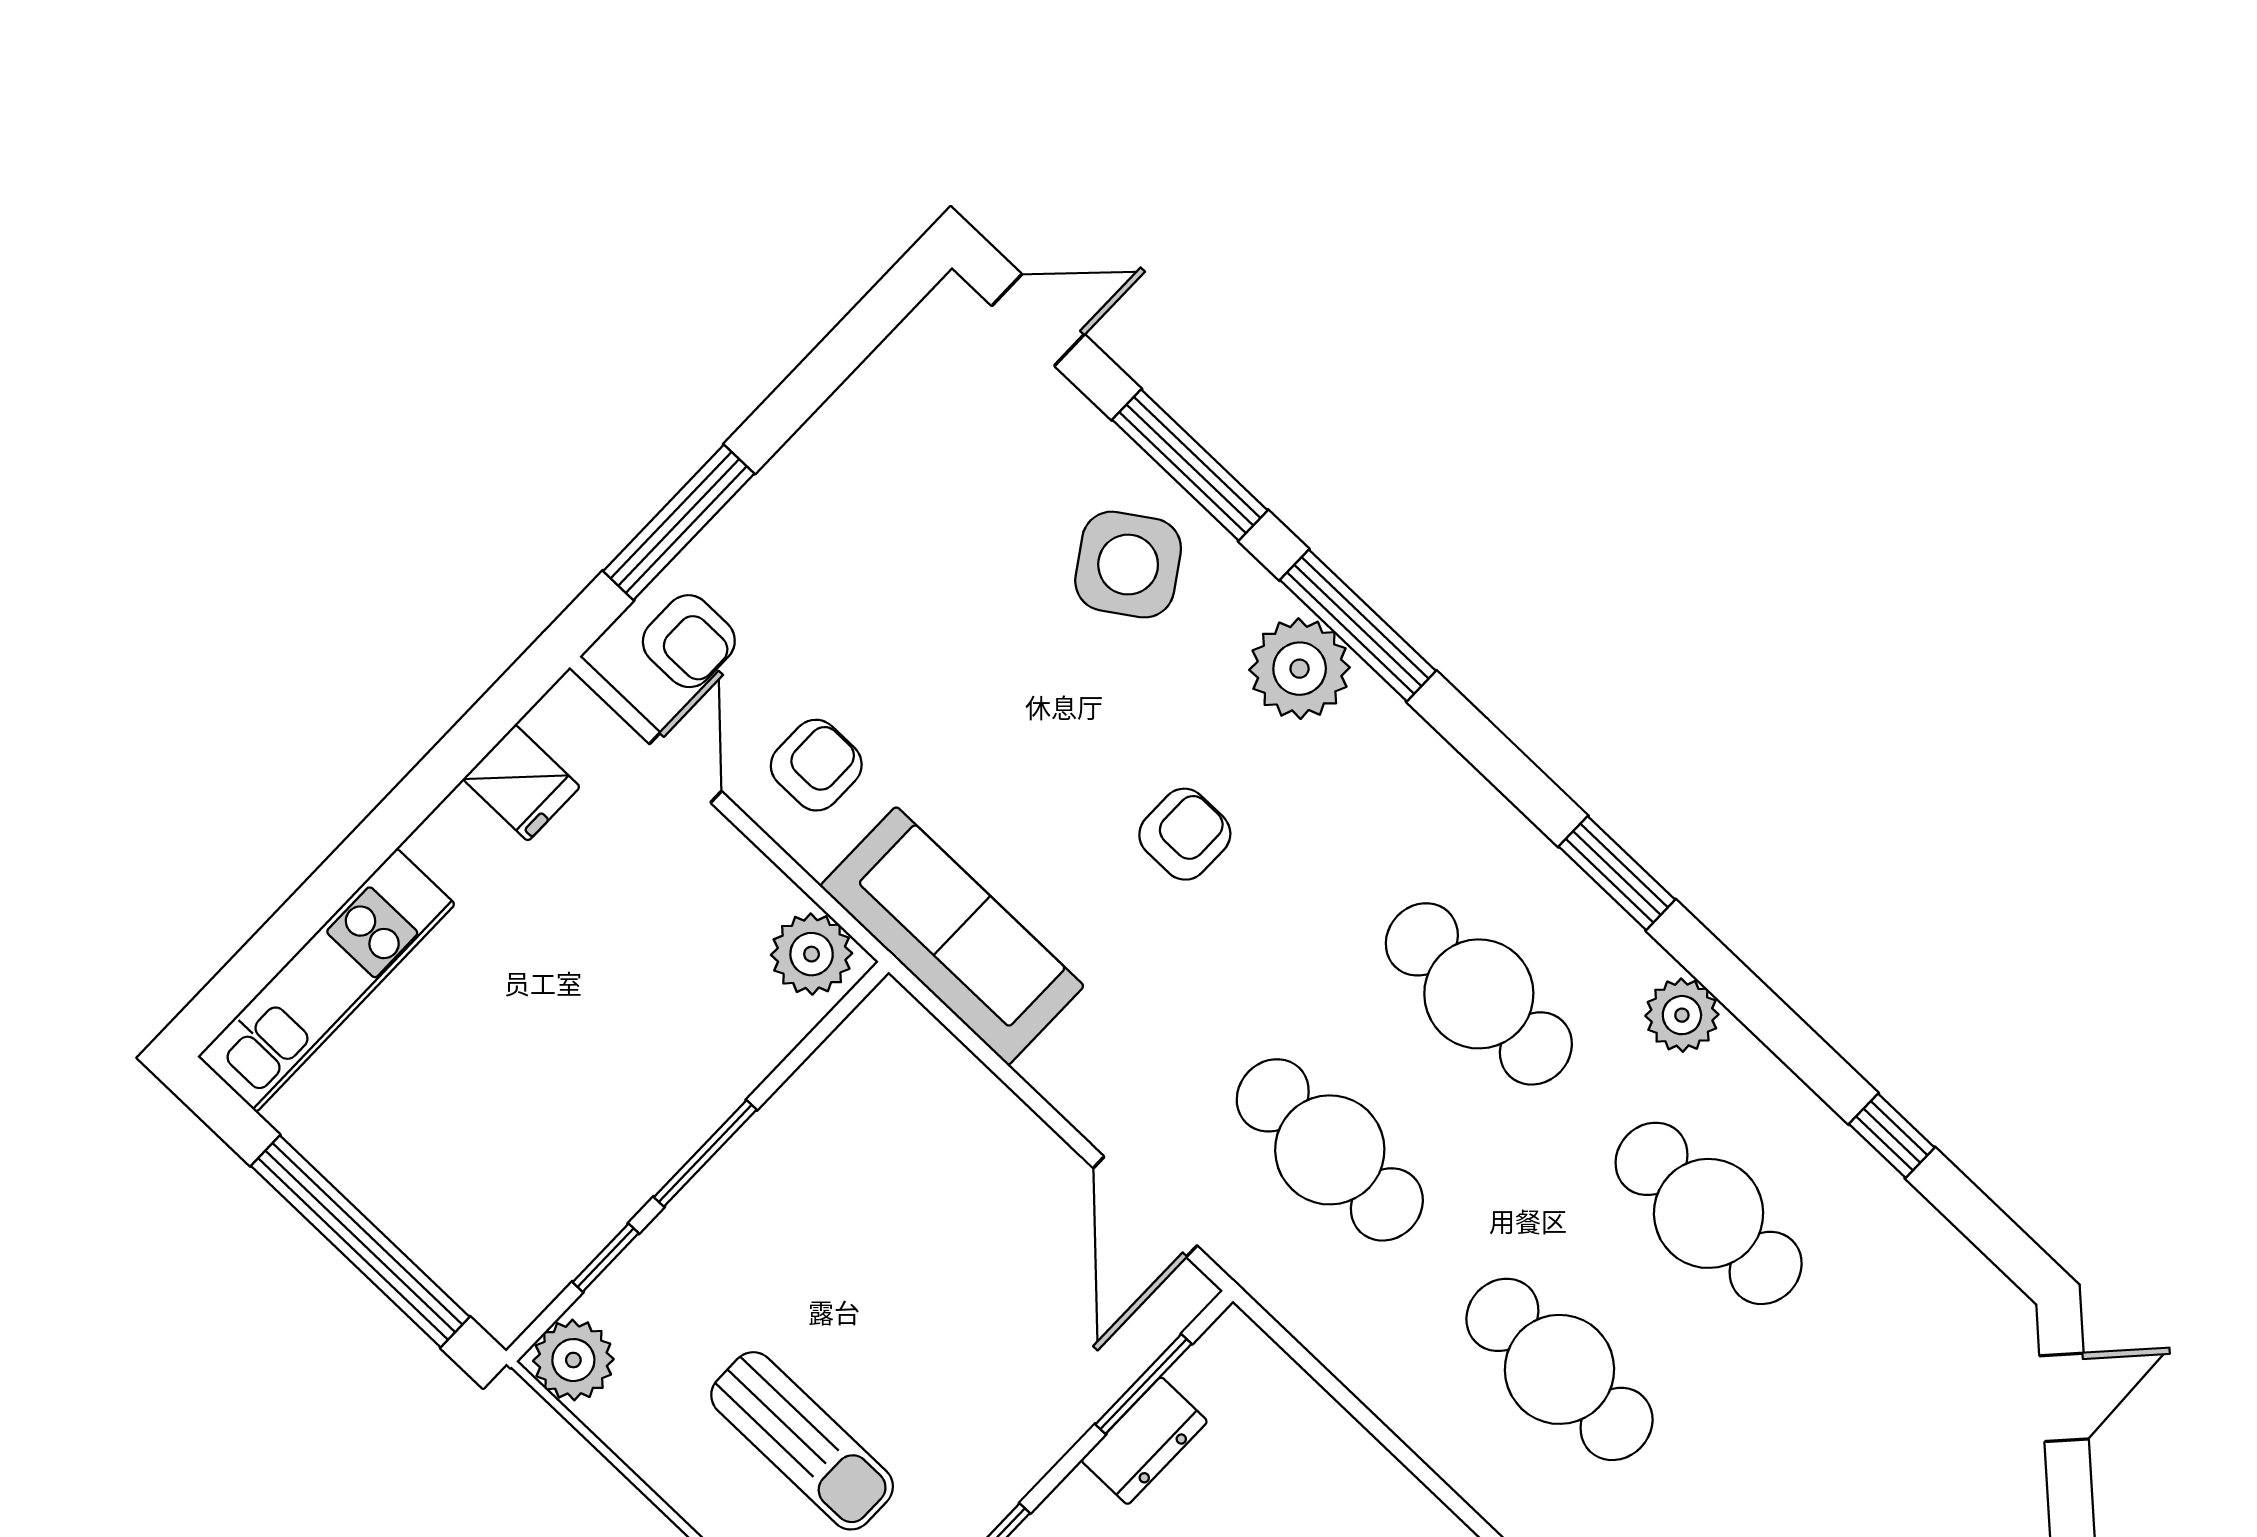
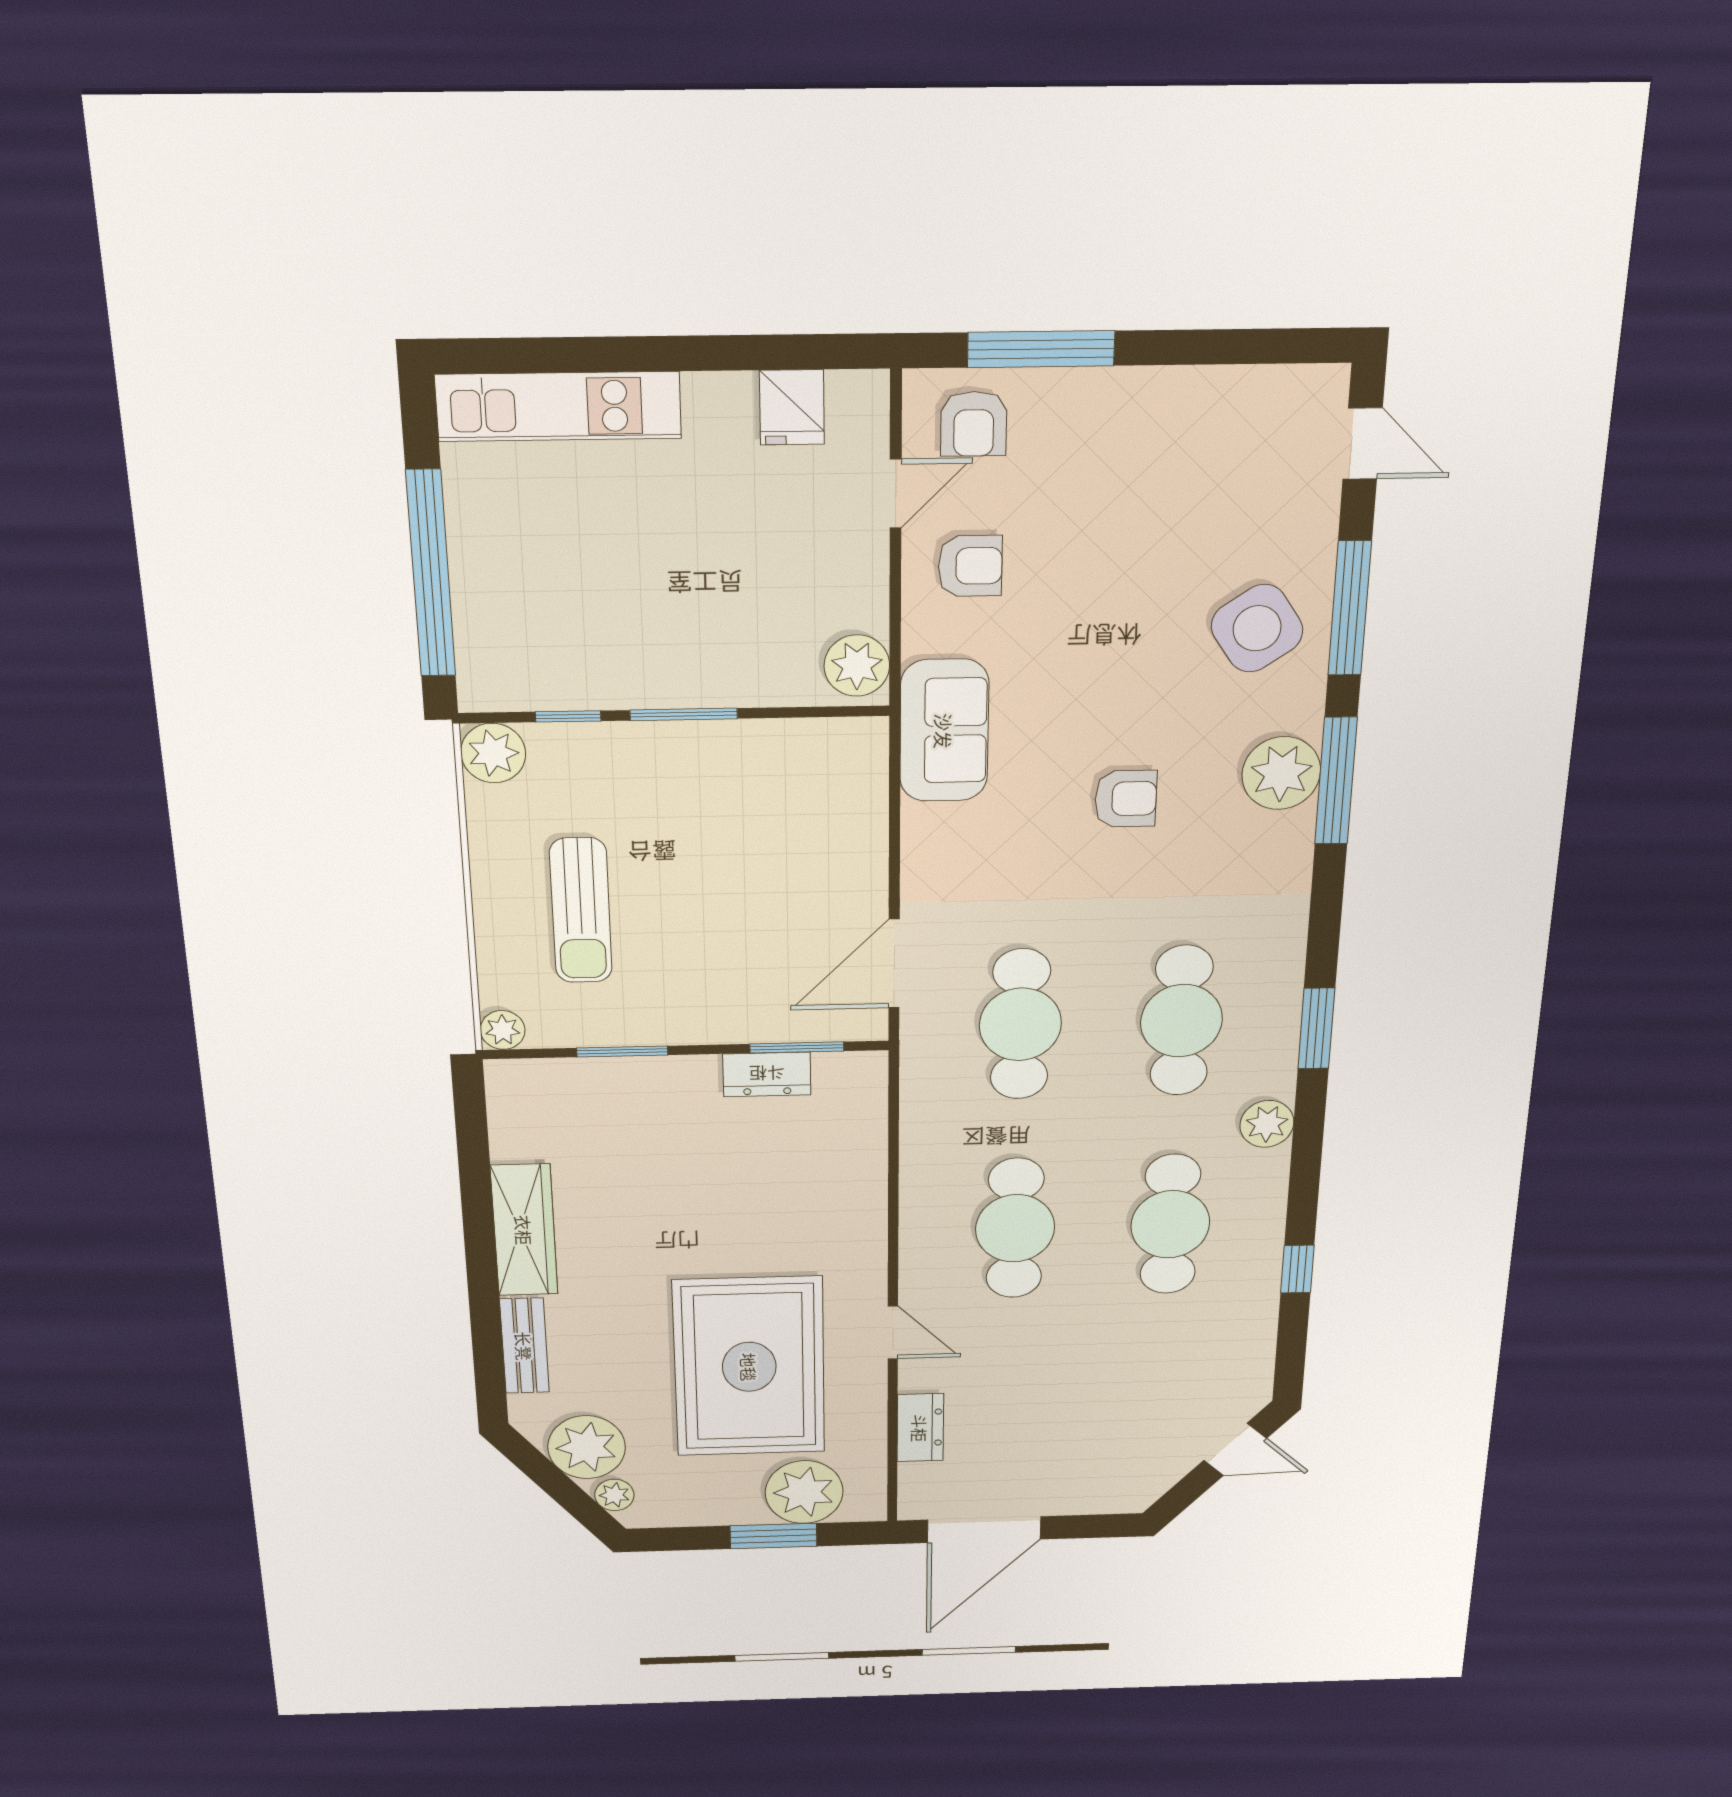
sofa: (952, 936) -> (944, 731), width x0.73

